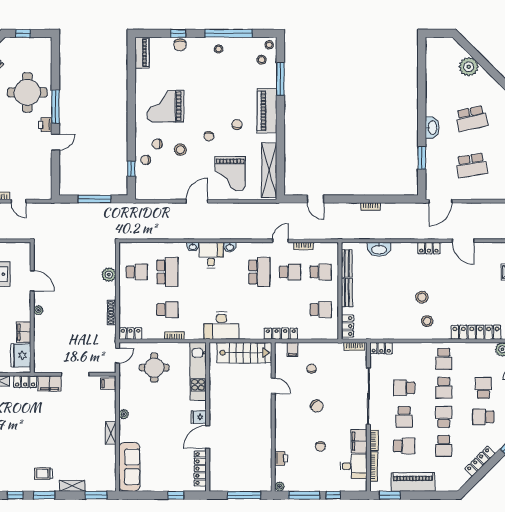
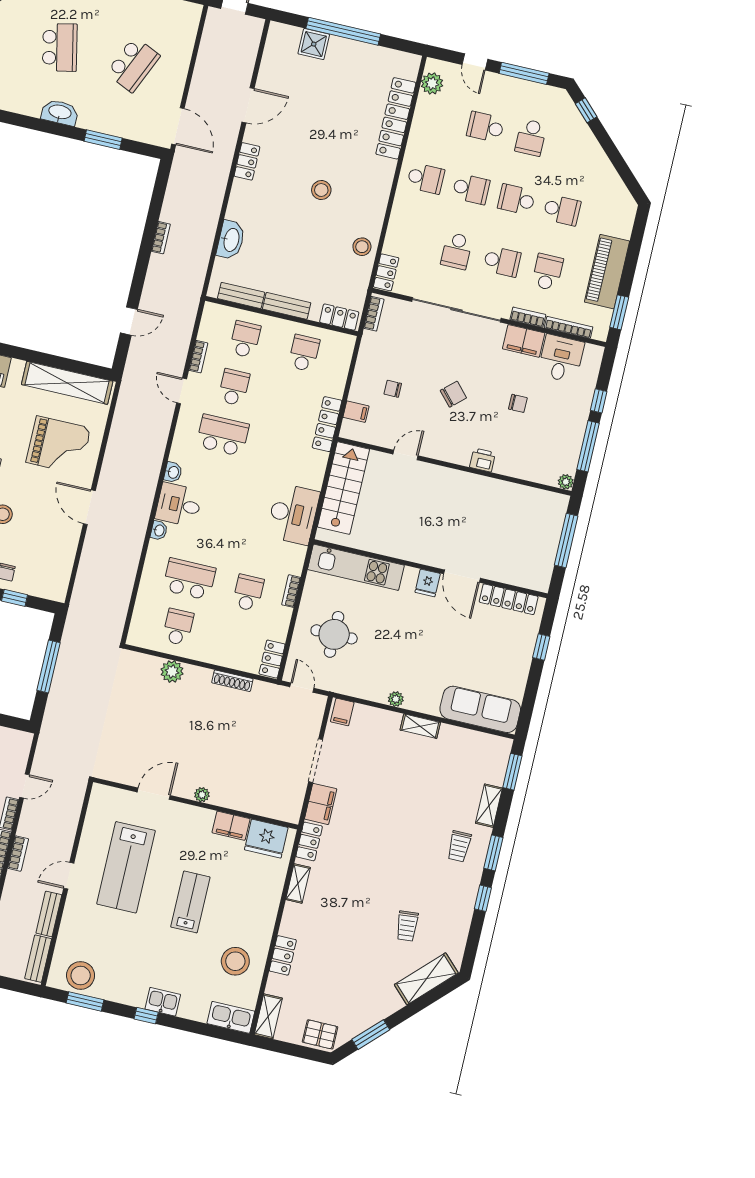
school desk: (472, 165) -> (133, 64), turned 33
stool: (427, 321) -> (362, 247), moved
printer: (281, 458) -> (483, 460), moved
locker: (480, 461) -> (599, 159), removed

